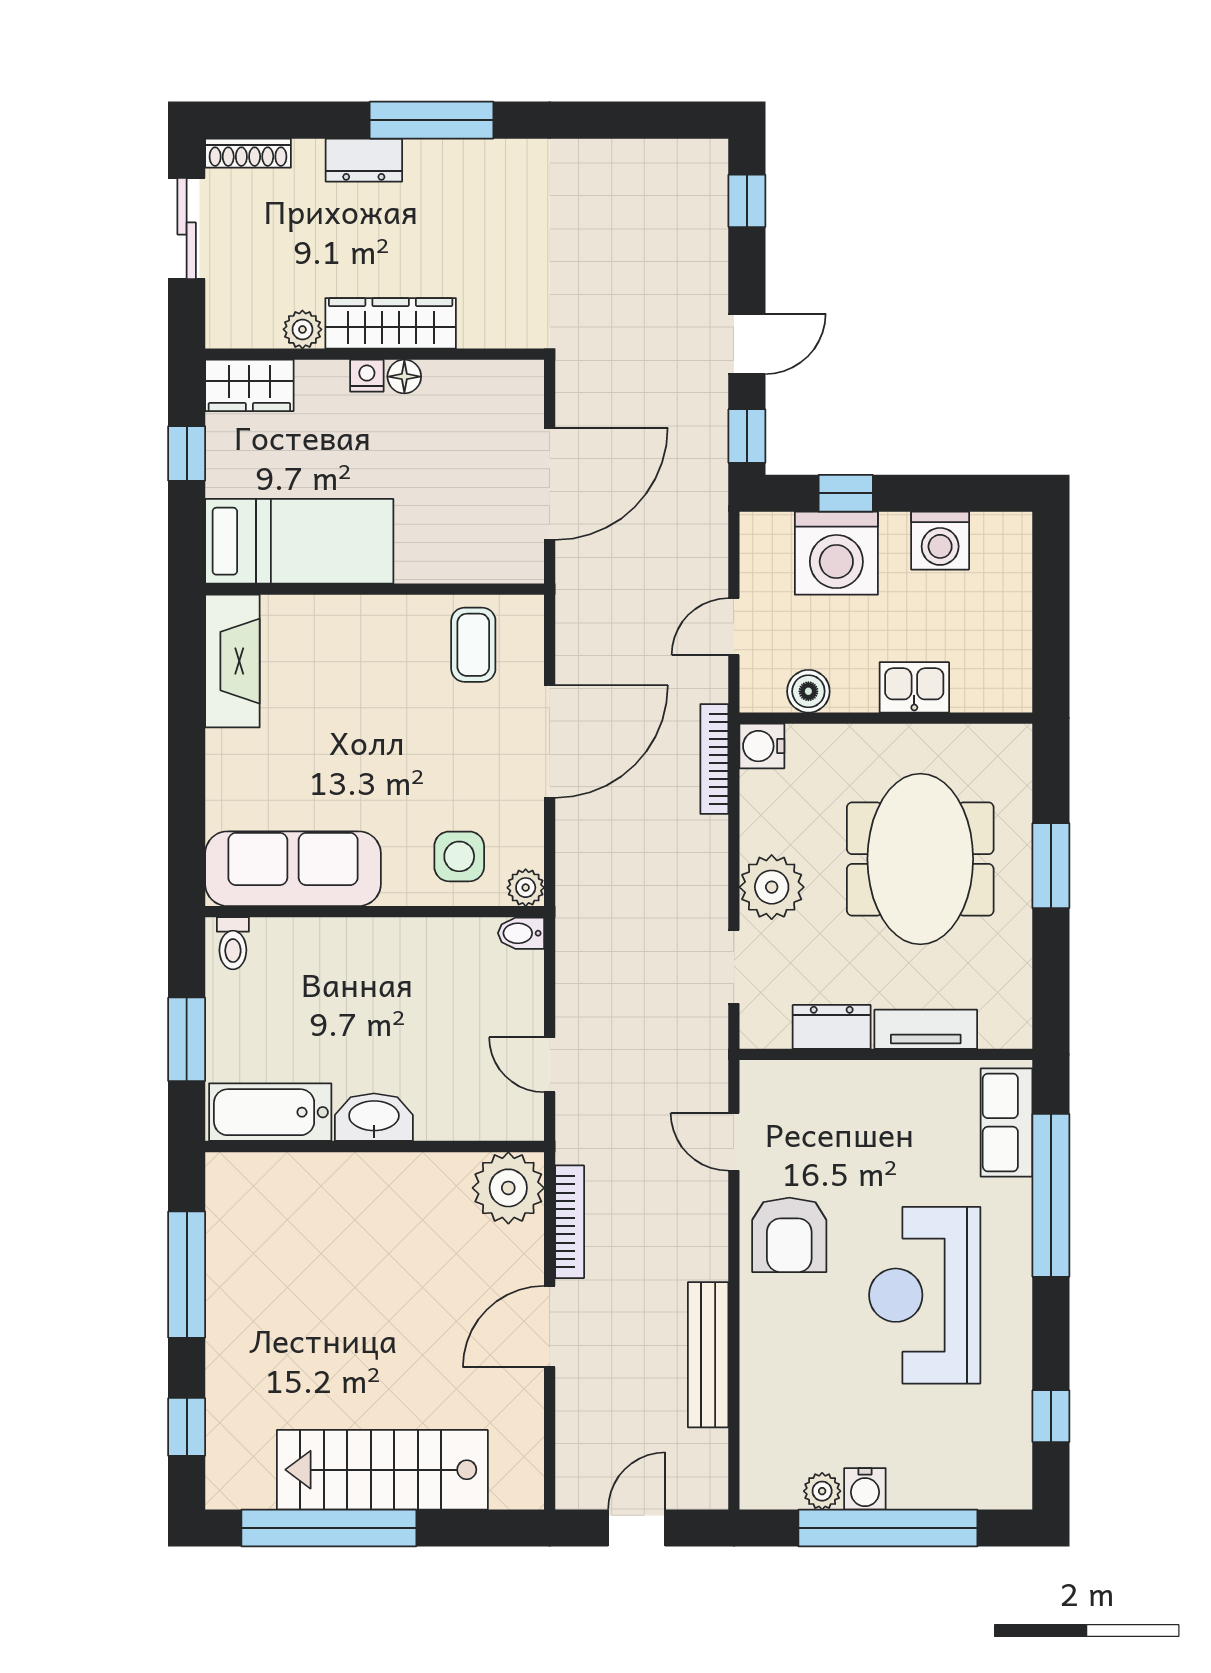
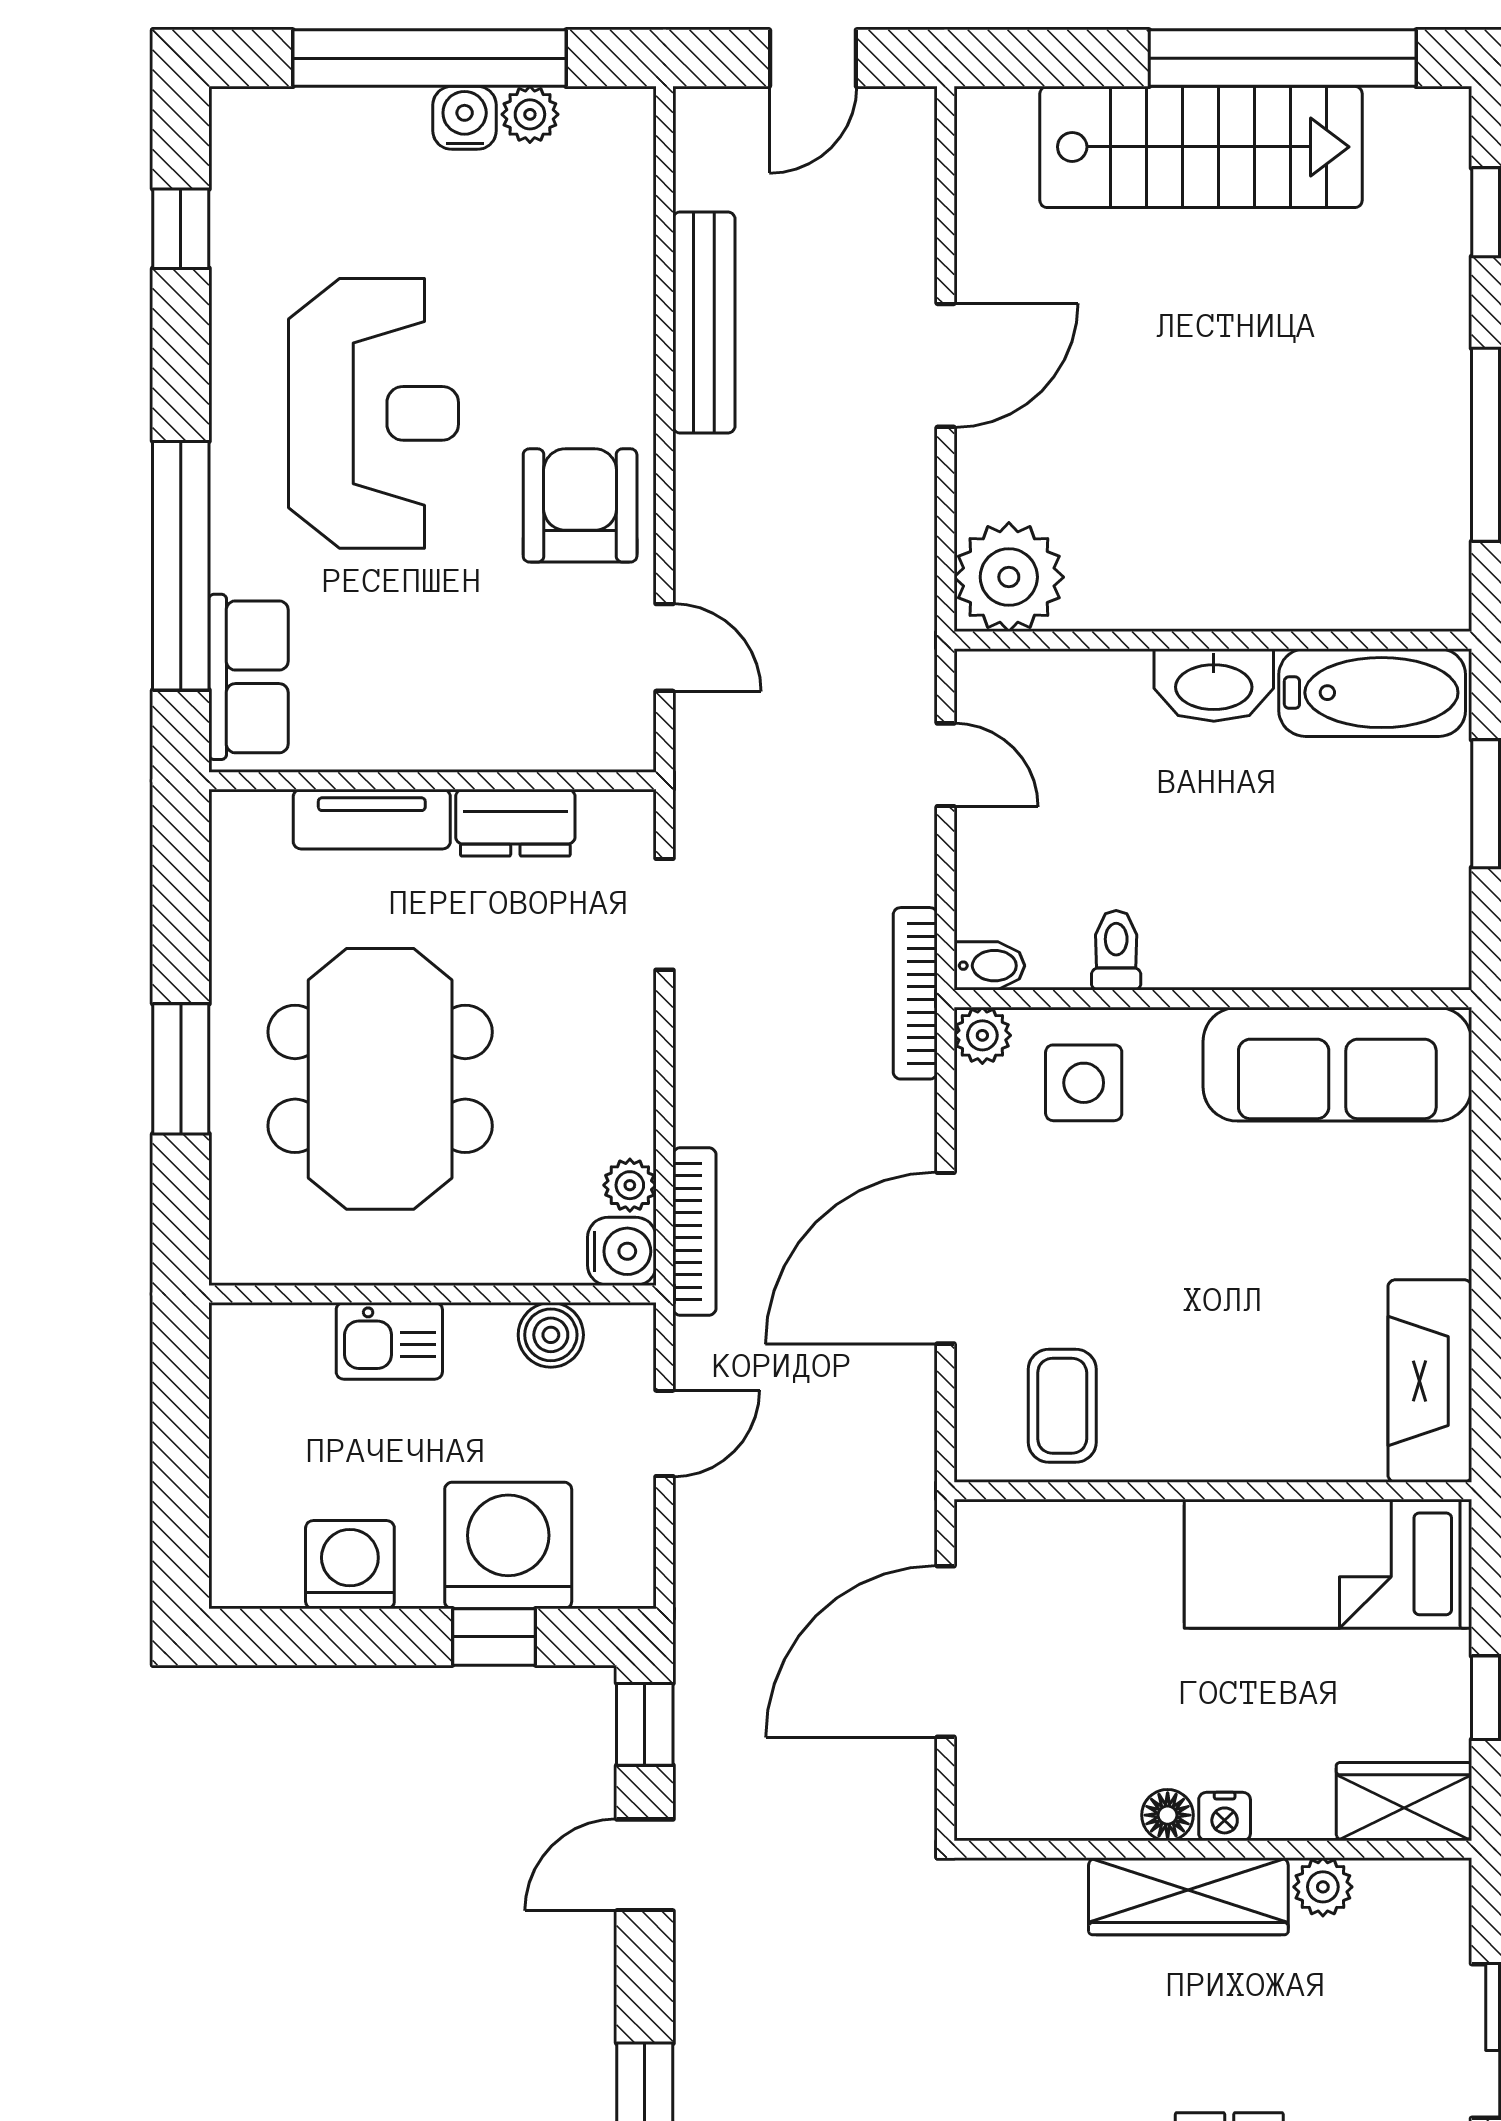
plant: (772, 887) -> (630, 1185), moved, width x0.53, depth x0.53
toilet: (233, 943) -> (1116, 950), moved
bookcase: (570, 1222) -> (915, 993), moved

